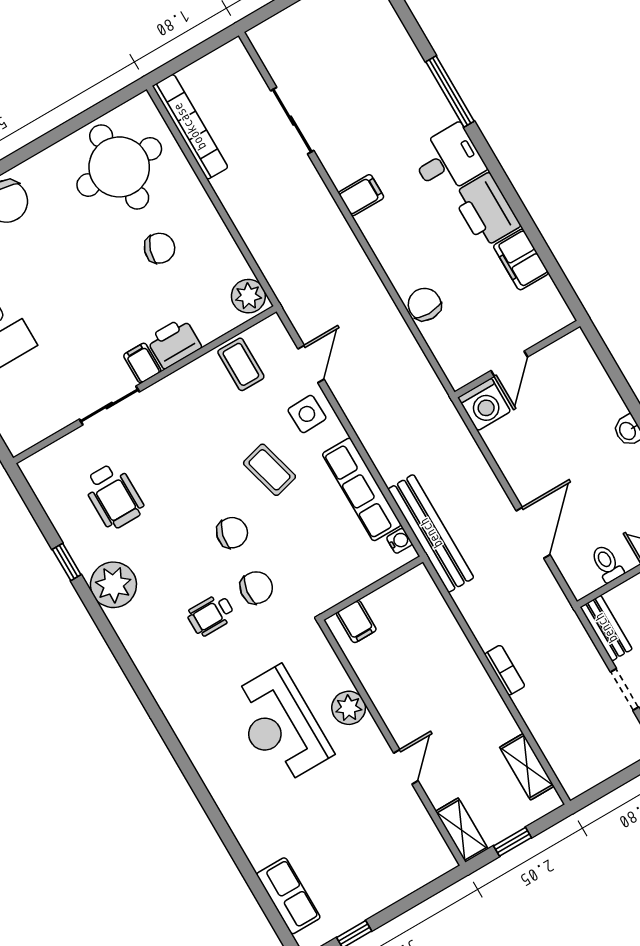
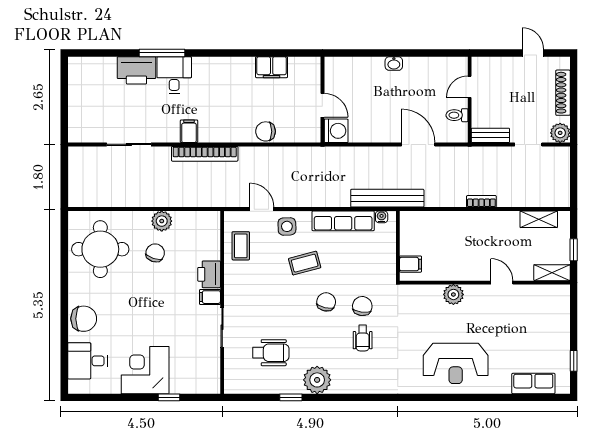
bookcase: (190, 127) -> (205, 154), moved, turned 180
desk: (448, 160) -> (174, 75), moved
printer: (486, 210) -> (136, 70), moved
plant: (248, 296) -> (162, 221), moved
coffee table: (241, 364) -> (241, 246), turned 90
reception desk: (280, 725) -> (456, 363), moved

